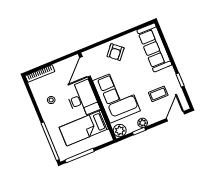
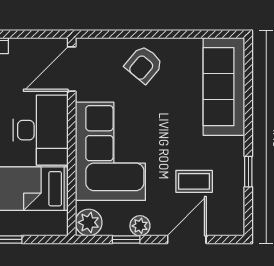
door: (176, 116) -> (187, 239), moved

